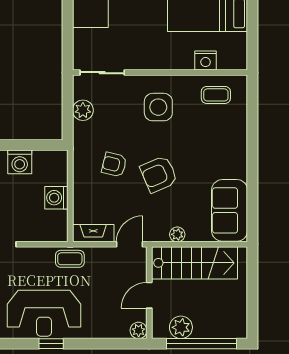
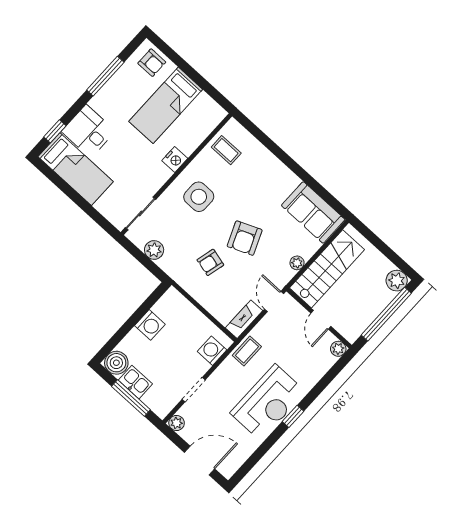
nightstand: (206, 61) -> (175, 159), moved
coffee table: (216, 95) -> (226, 150), turned 90
washing machine: (56, 198) -> (212, 351), moved, turned 90
plant: (181, 327) -> (397, 281), moved

